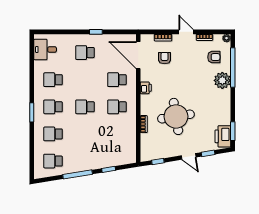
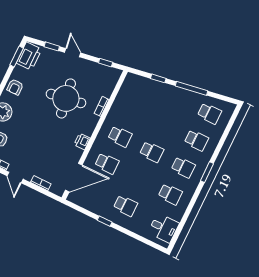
door: (138, 55) -> (74, 178), hinge flipped
armchair: (165, 58) -> (15, 87), moved

